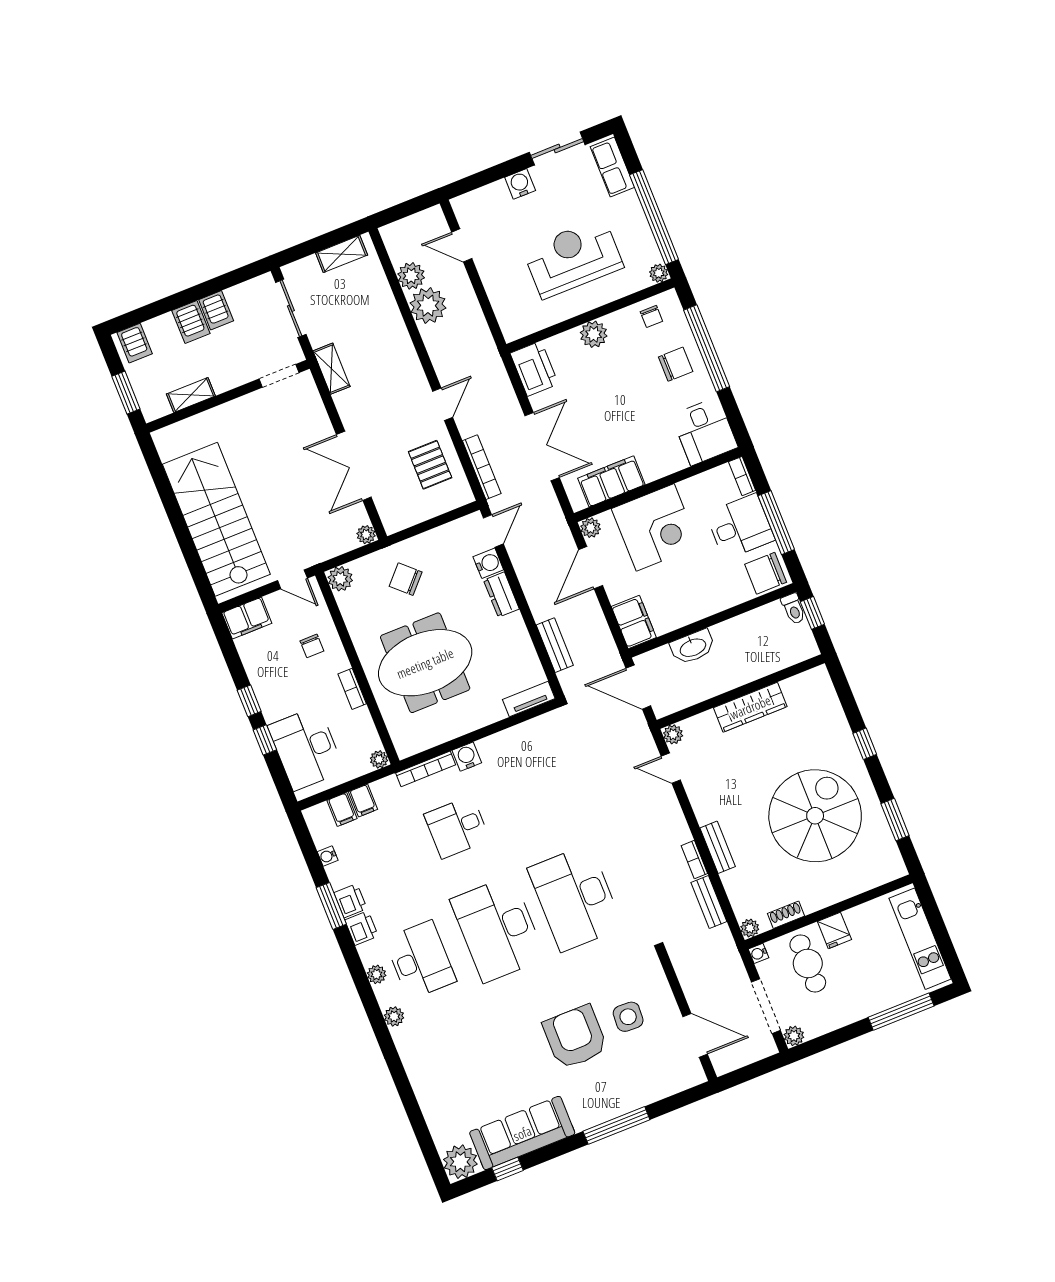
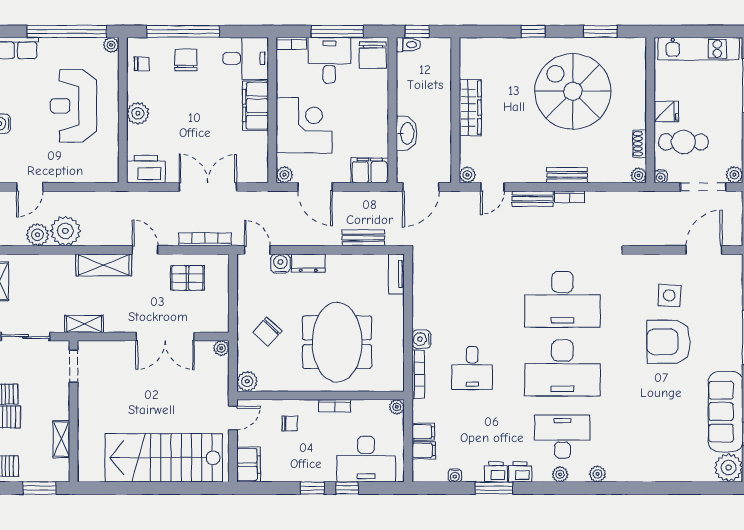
shelving: (407, 364) -> (104, 265), added
filing cabinet: (611, 481) -> (255, 106), moved
bench: (709, 902) -> (533, 199), moved

